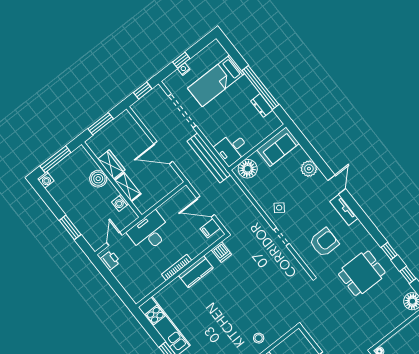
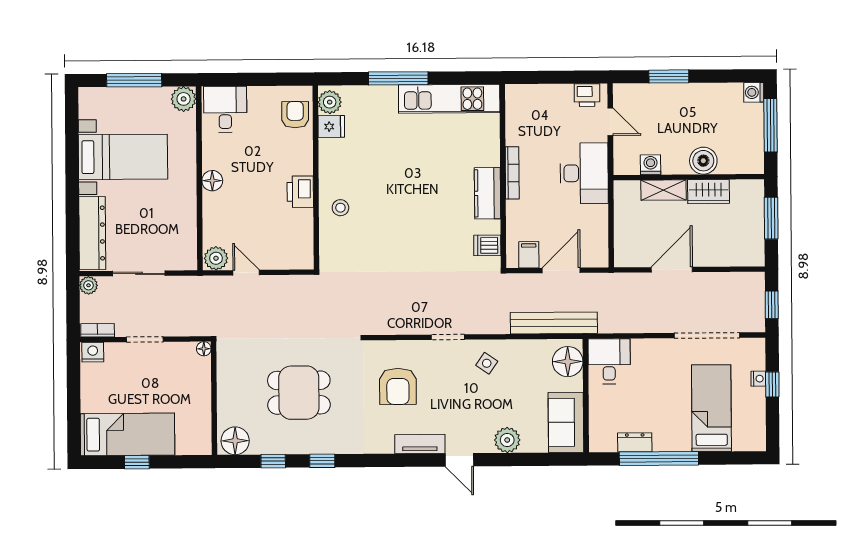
bench: (209, 158) -> (554, 323), moved
dining table: (362, 273) -> (299, 393), moved, turned 90

